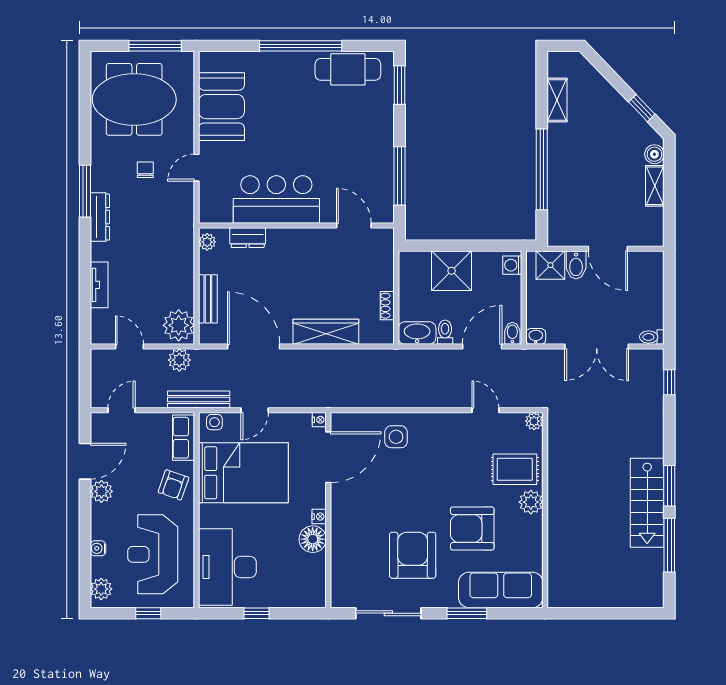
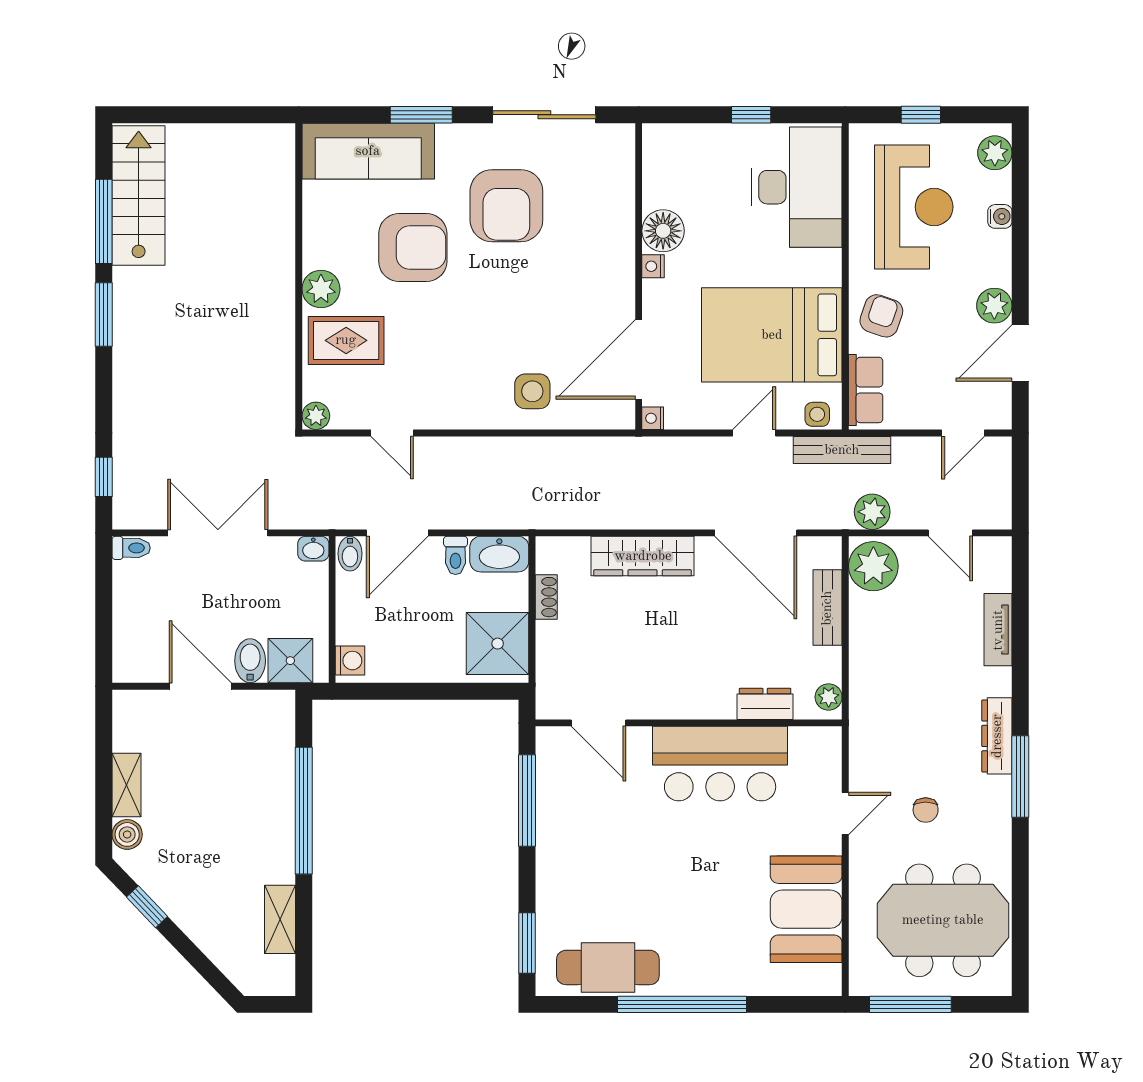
shower: (452, 271) -> (498, 644), moved
stairs: (647, 503) -> (139, 195), moved

